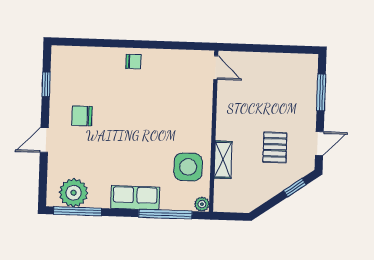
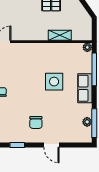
side table: (188, 167) -> (54, 82), moved
plant: (74, 193) -> (87, 122), width x0.53, depth x0.53

